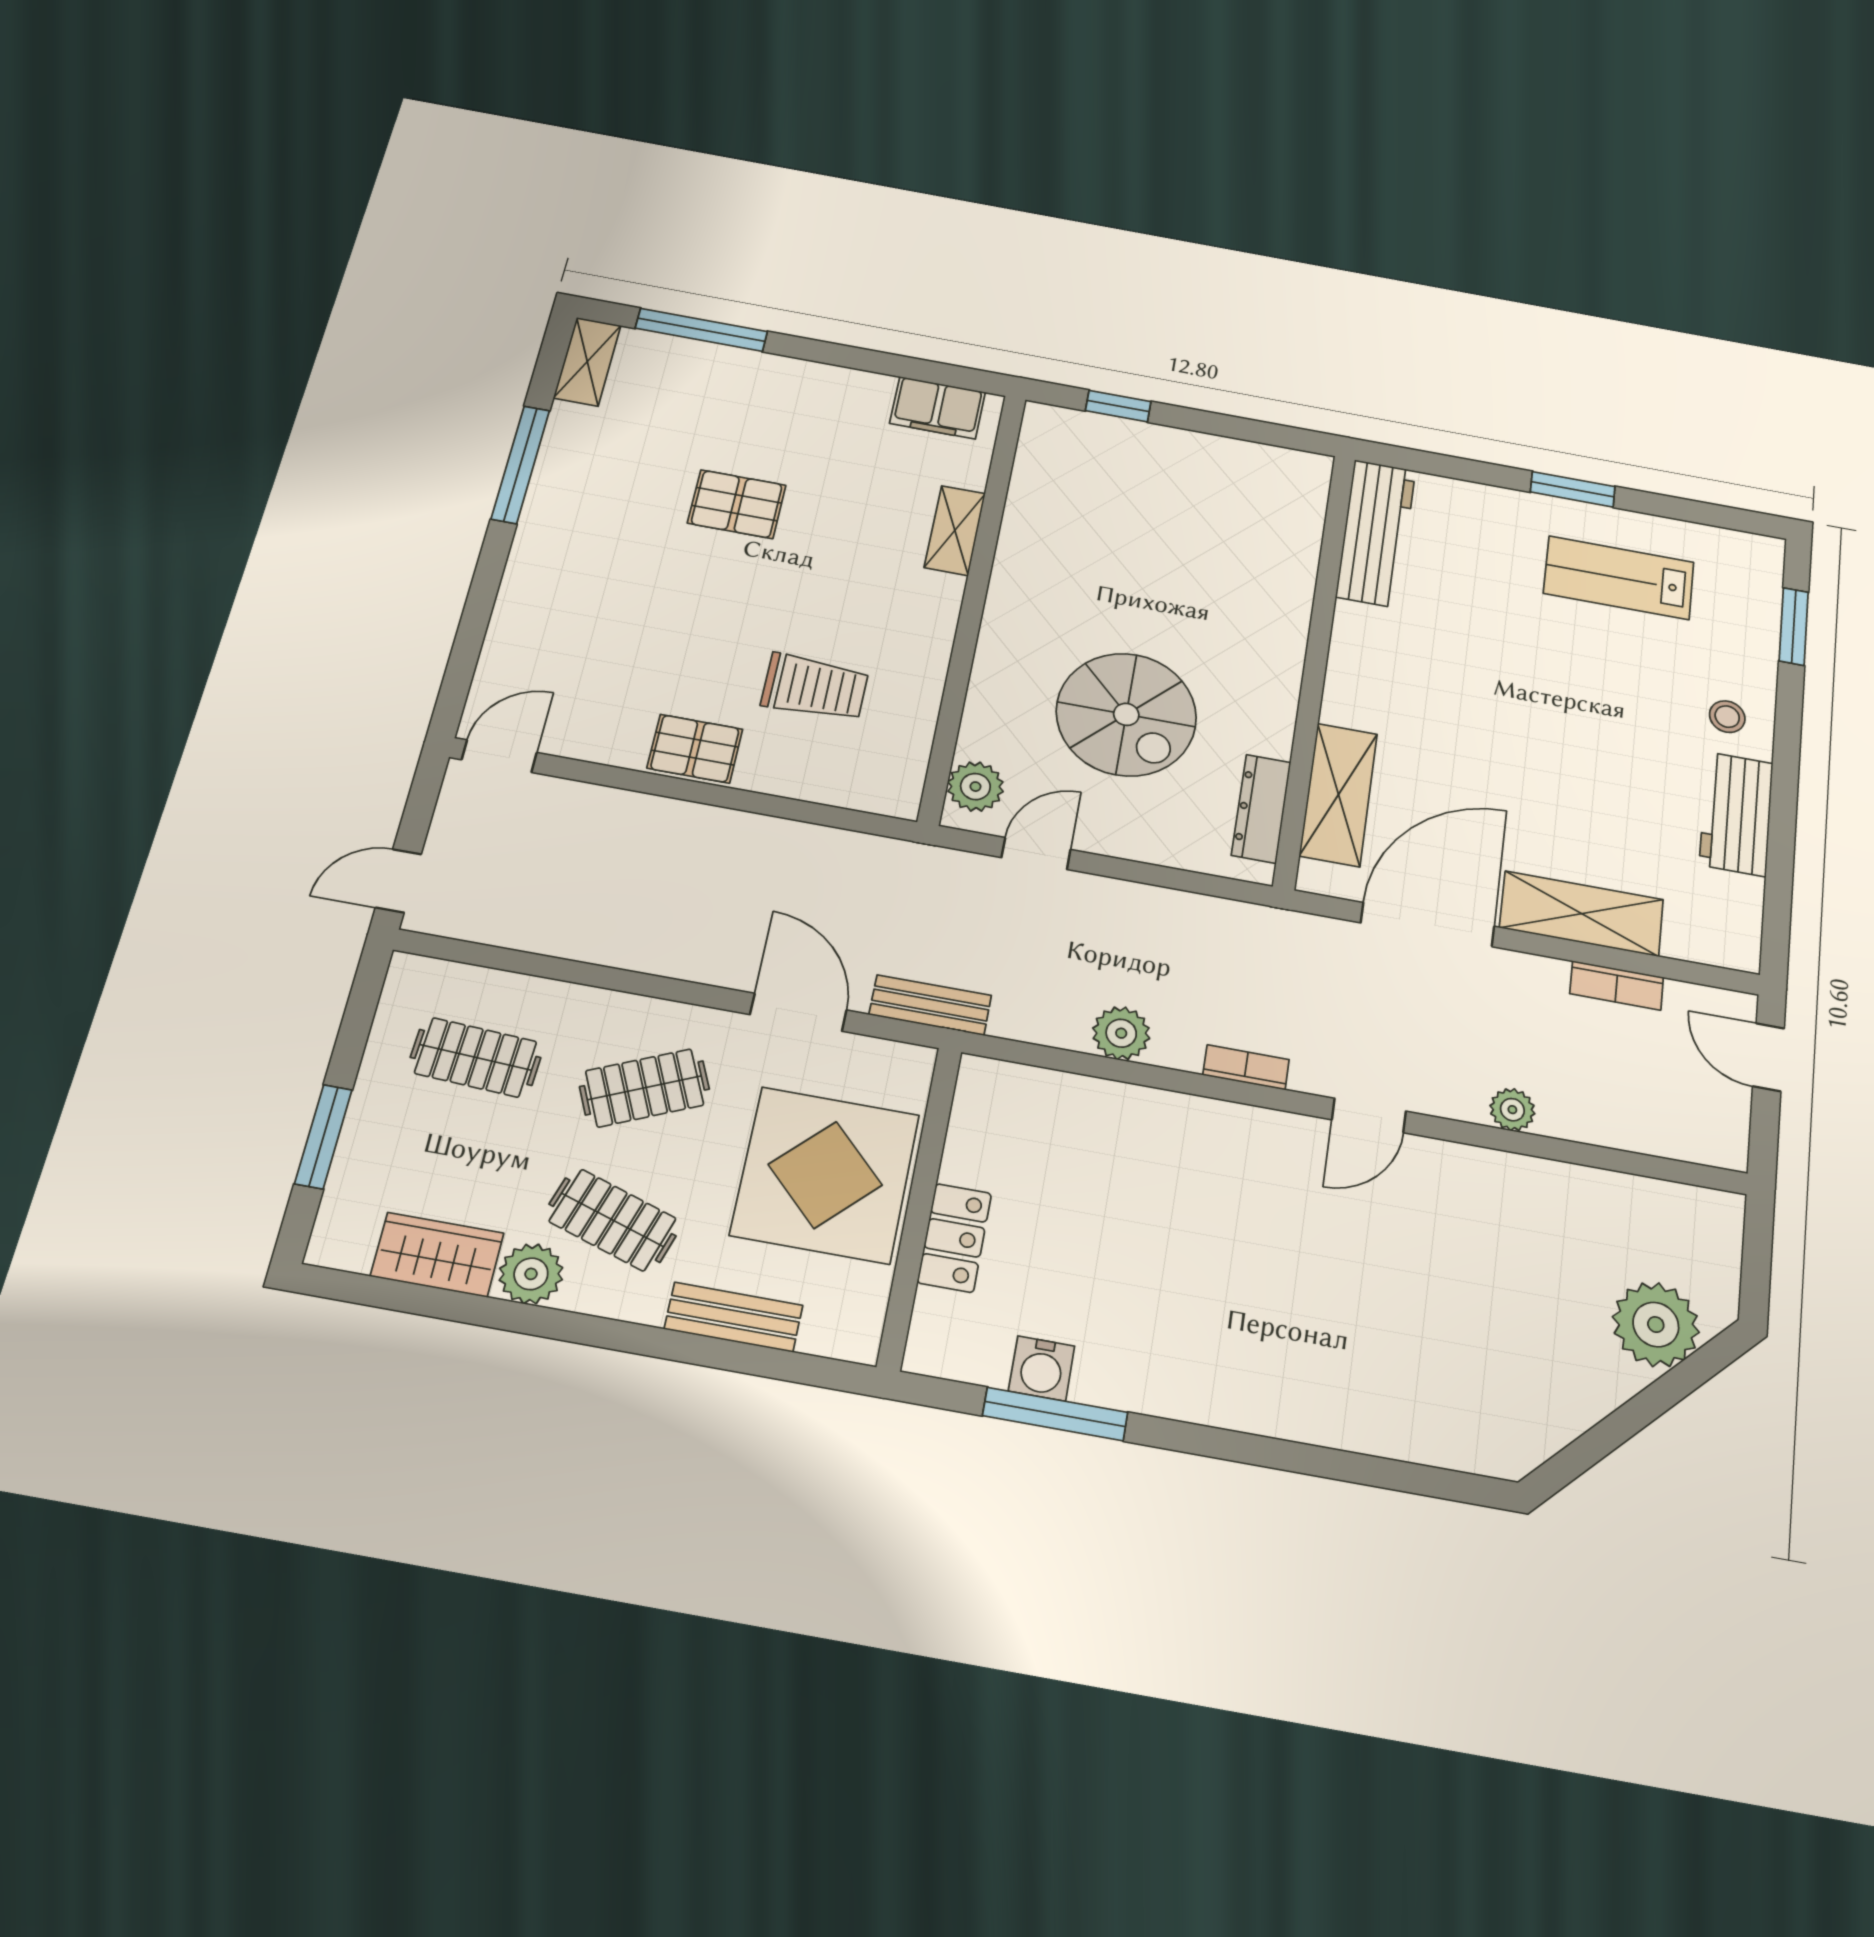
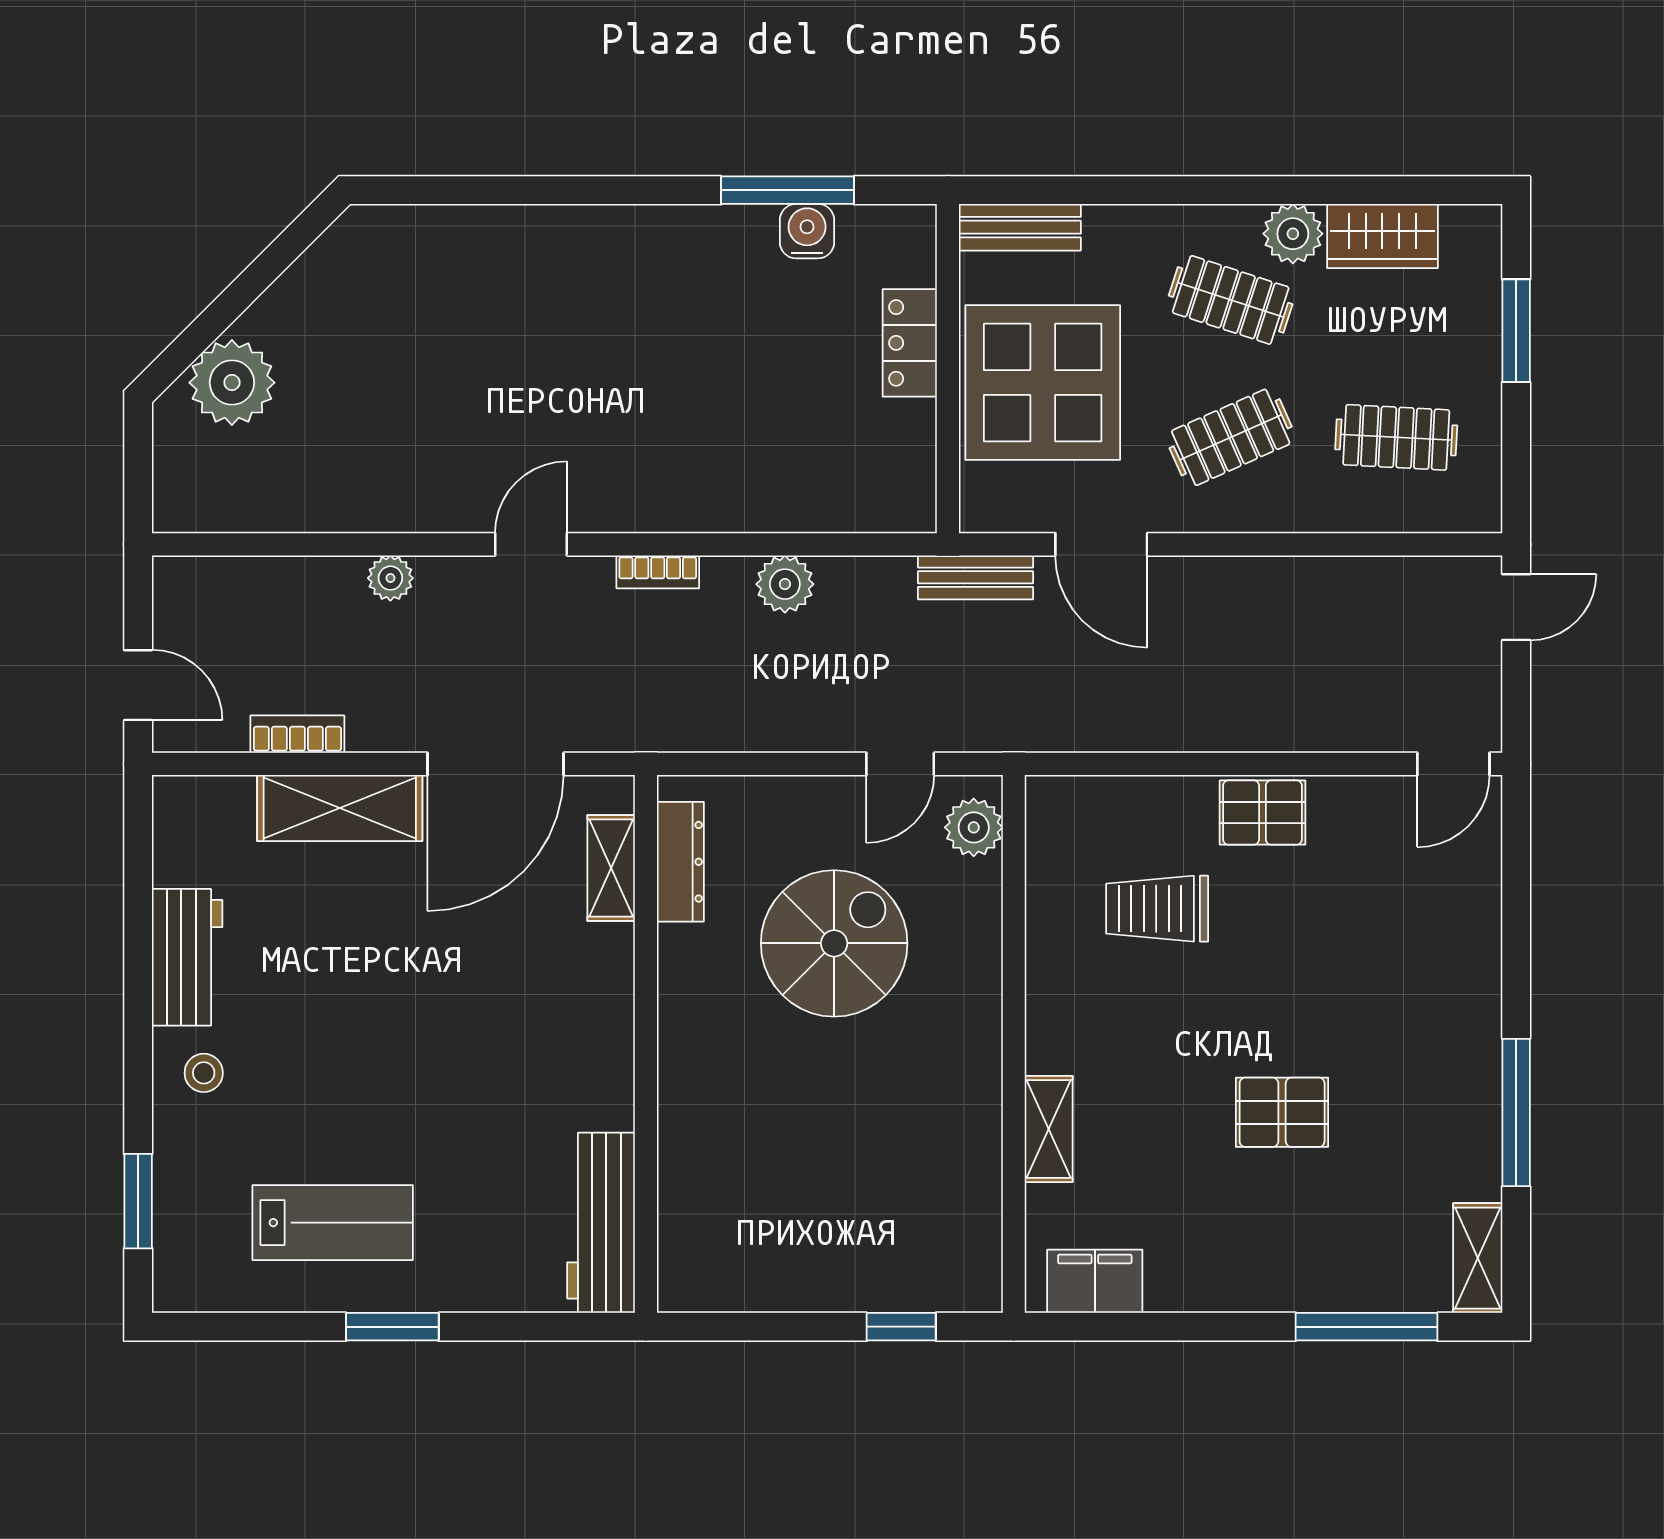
spiral stairs: (1126, 714) -> (834, 943), turned 90
shelving: (1339, 795) -> (611, 868), width x0.67, depth x0.75
bench: (734, 1317) -> (1020, 227), moved

